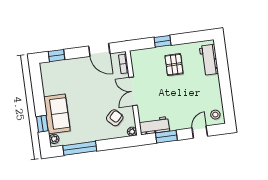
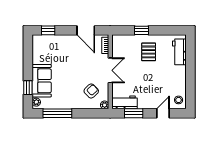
double door: (133, 91) -> (110, 70), swing flipped

